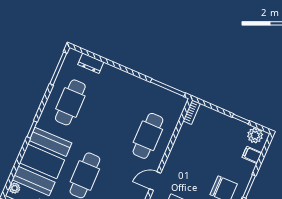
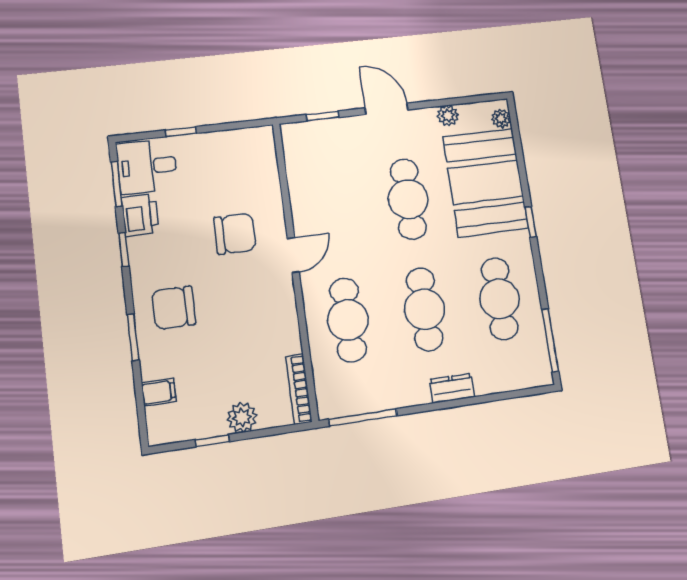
dresser: (91, 63) -> (452, 388), moved
bookcase: (192, 112) -> (299, 389), width x1.56
cafe table: (109, 119) -> (425, 309), added
plant: (255, 135) -> (242, 417), moved

